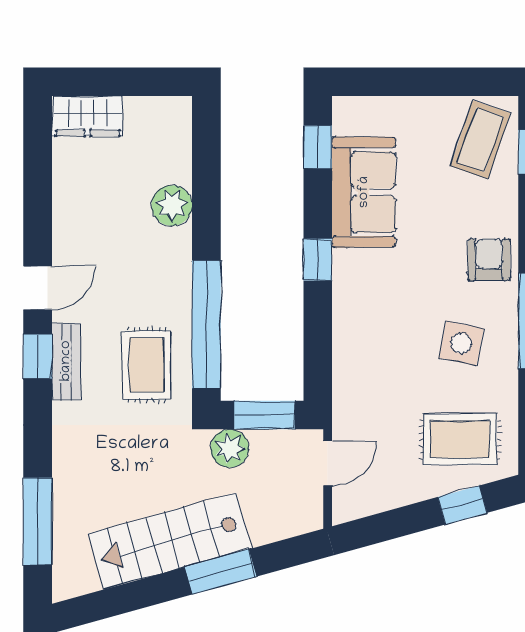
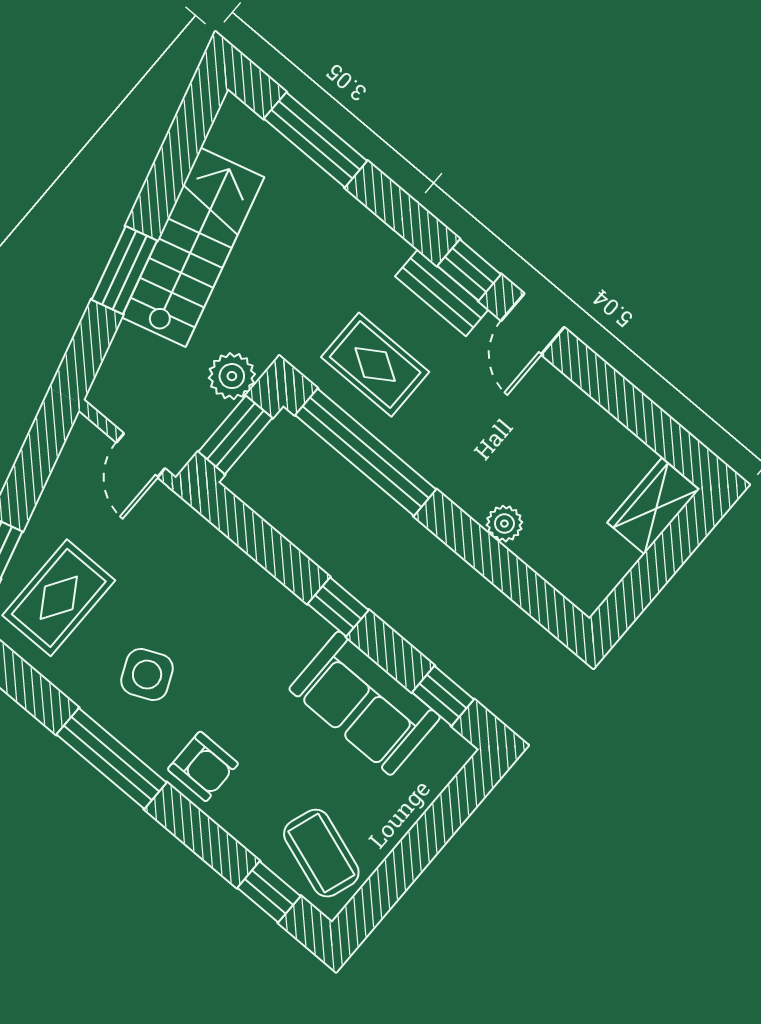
plant: (172, 205) -> (504, 524), width x0.73, depth x0.73
side table: (461, 343) -> (147, 675), turned -36

